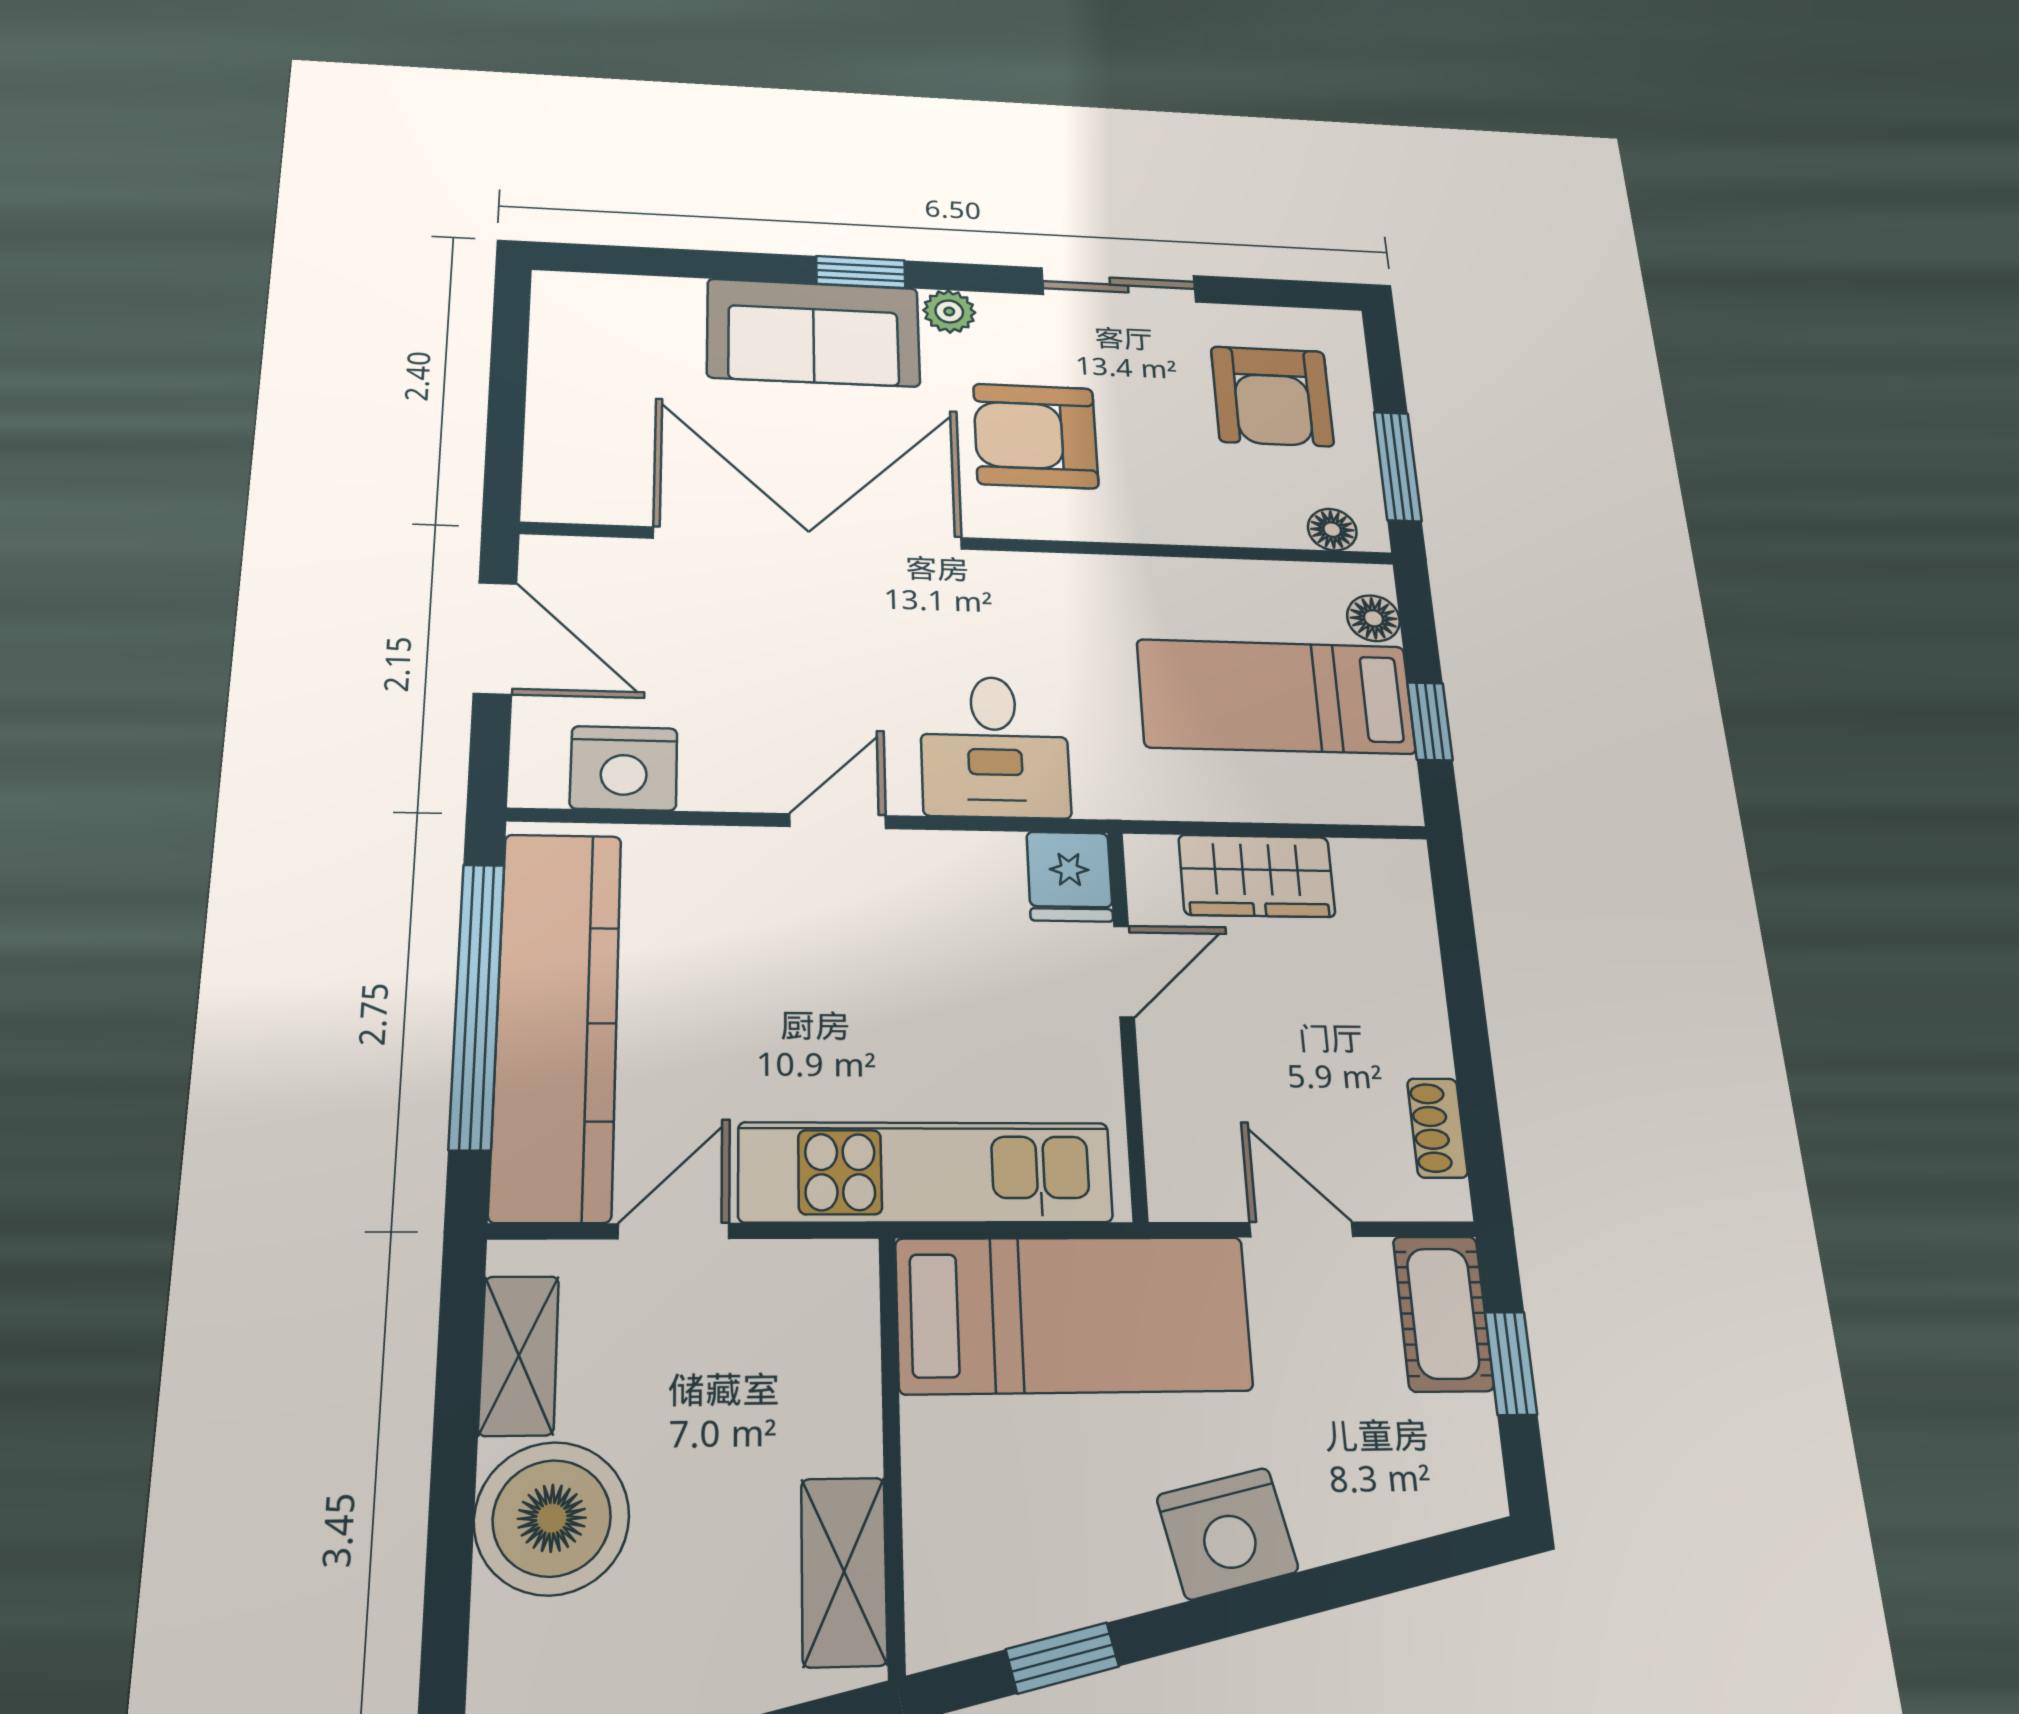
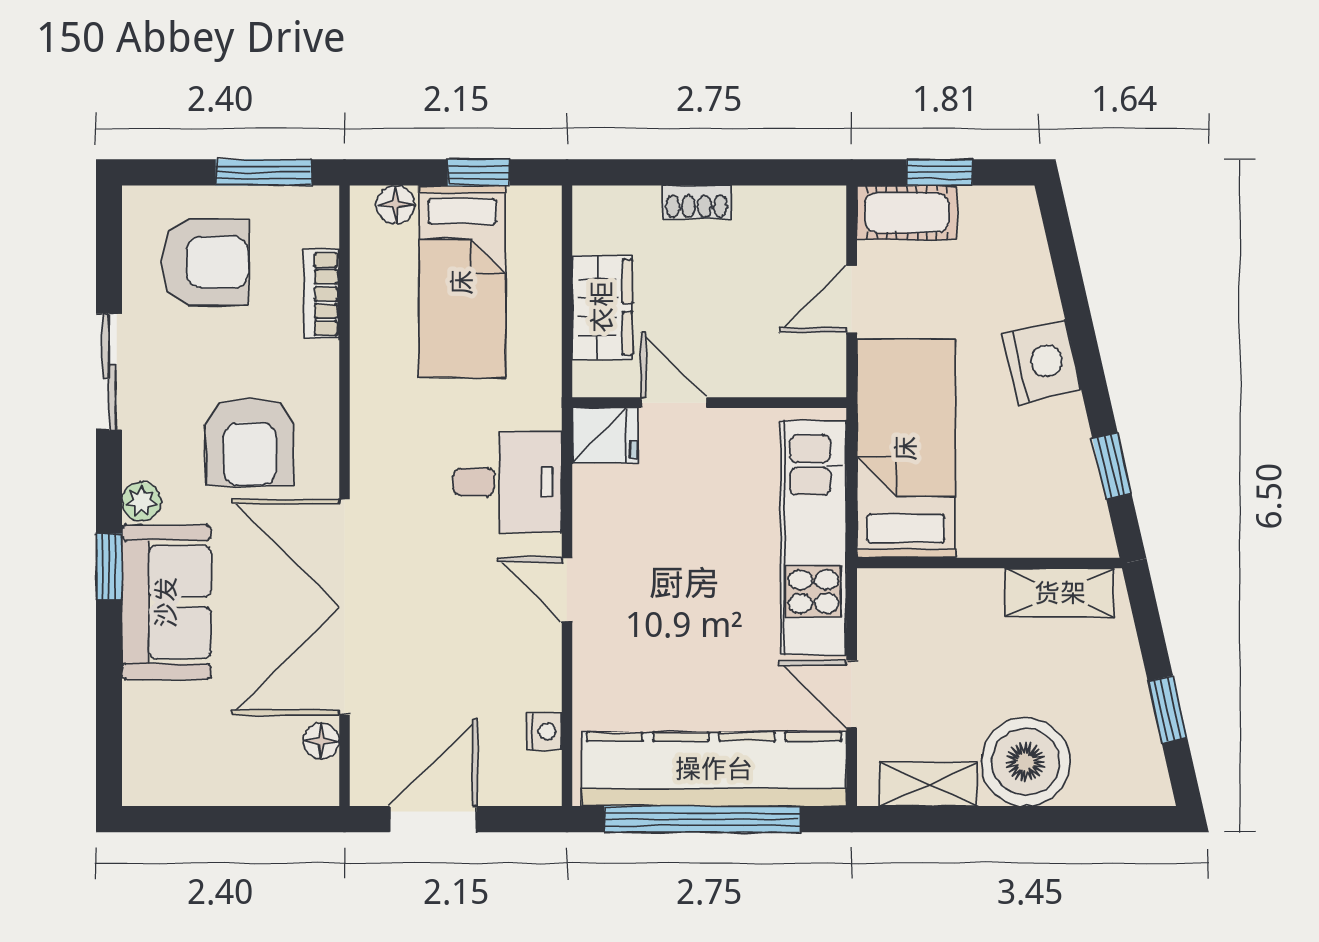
bookcase: (1243, 527) -> (322, 294), added
floor lamp: (1332, 530) -> (321, 741), moved
nightstand: (624, 768) -> (544, 731), width x0.53, depth x0.56
shoe rack: (1437, 1128) -> (697, 202), moved

